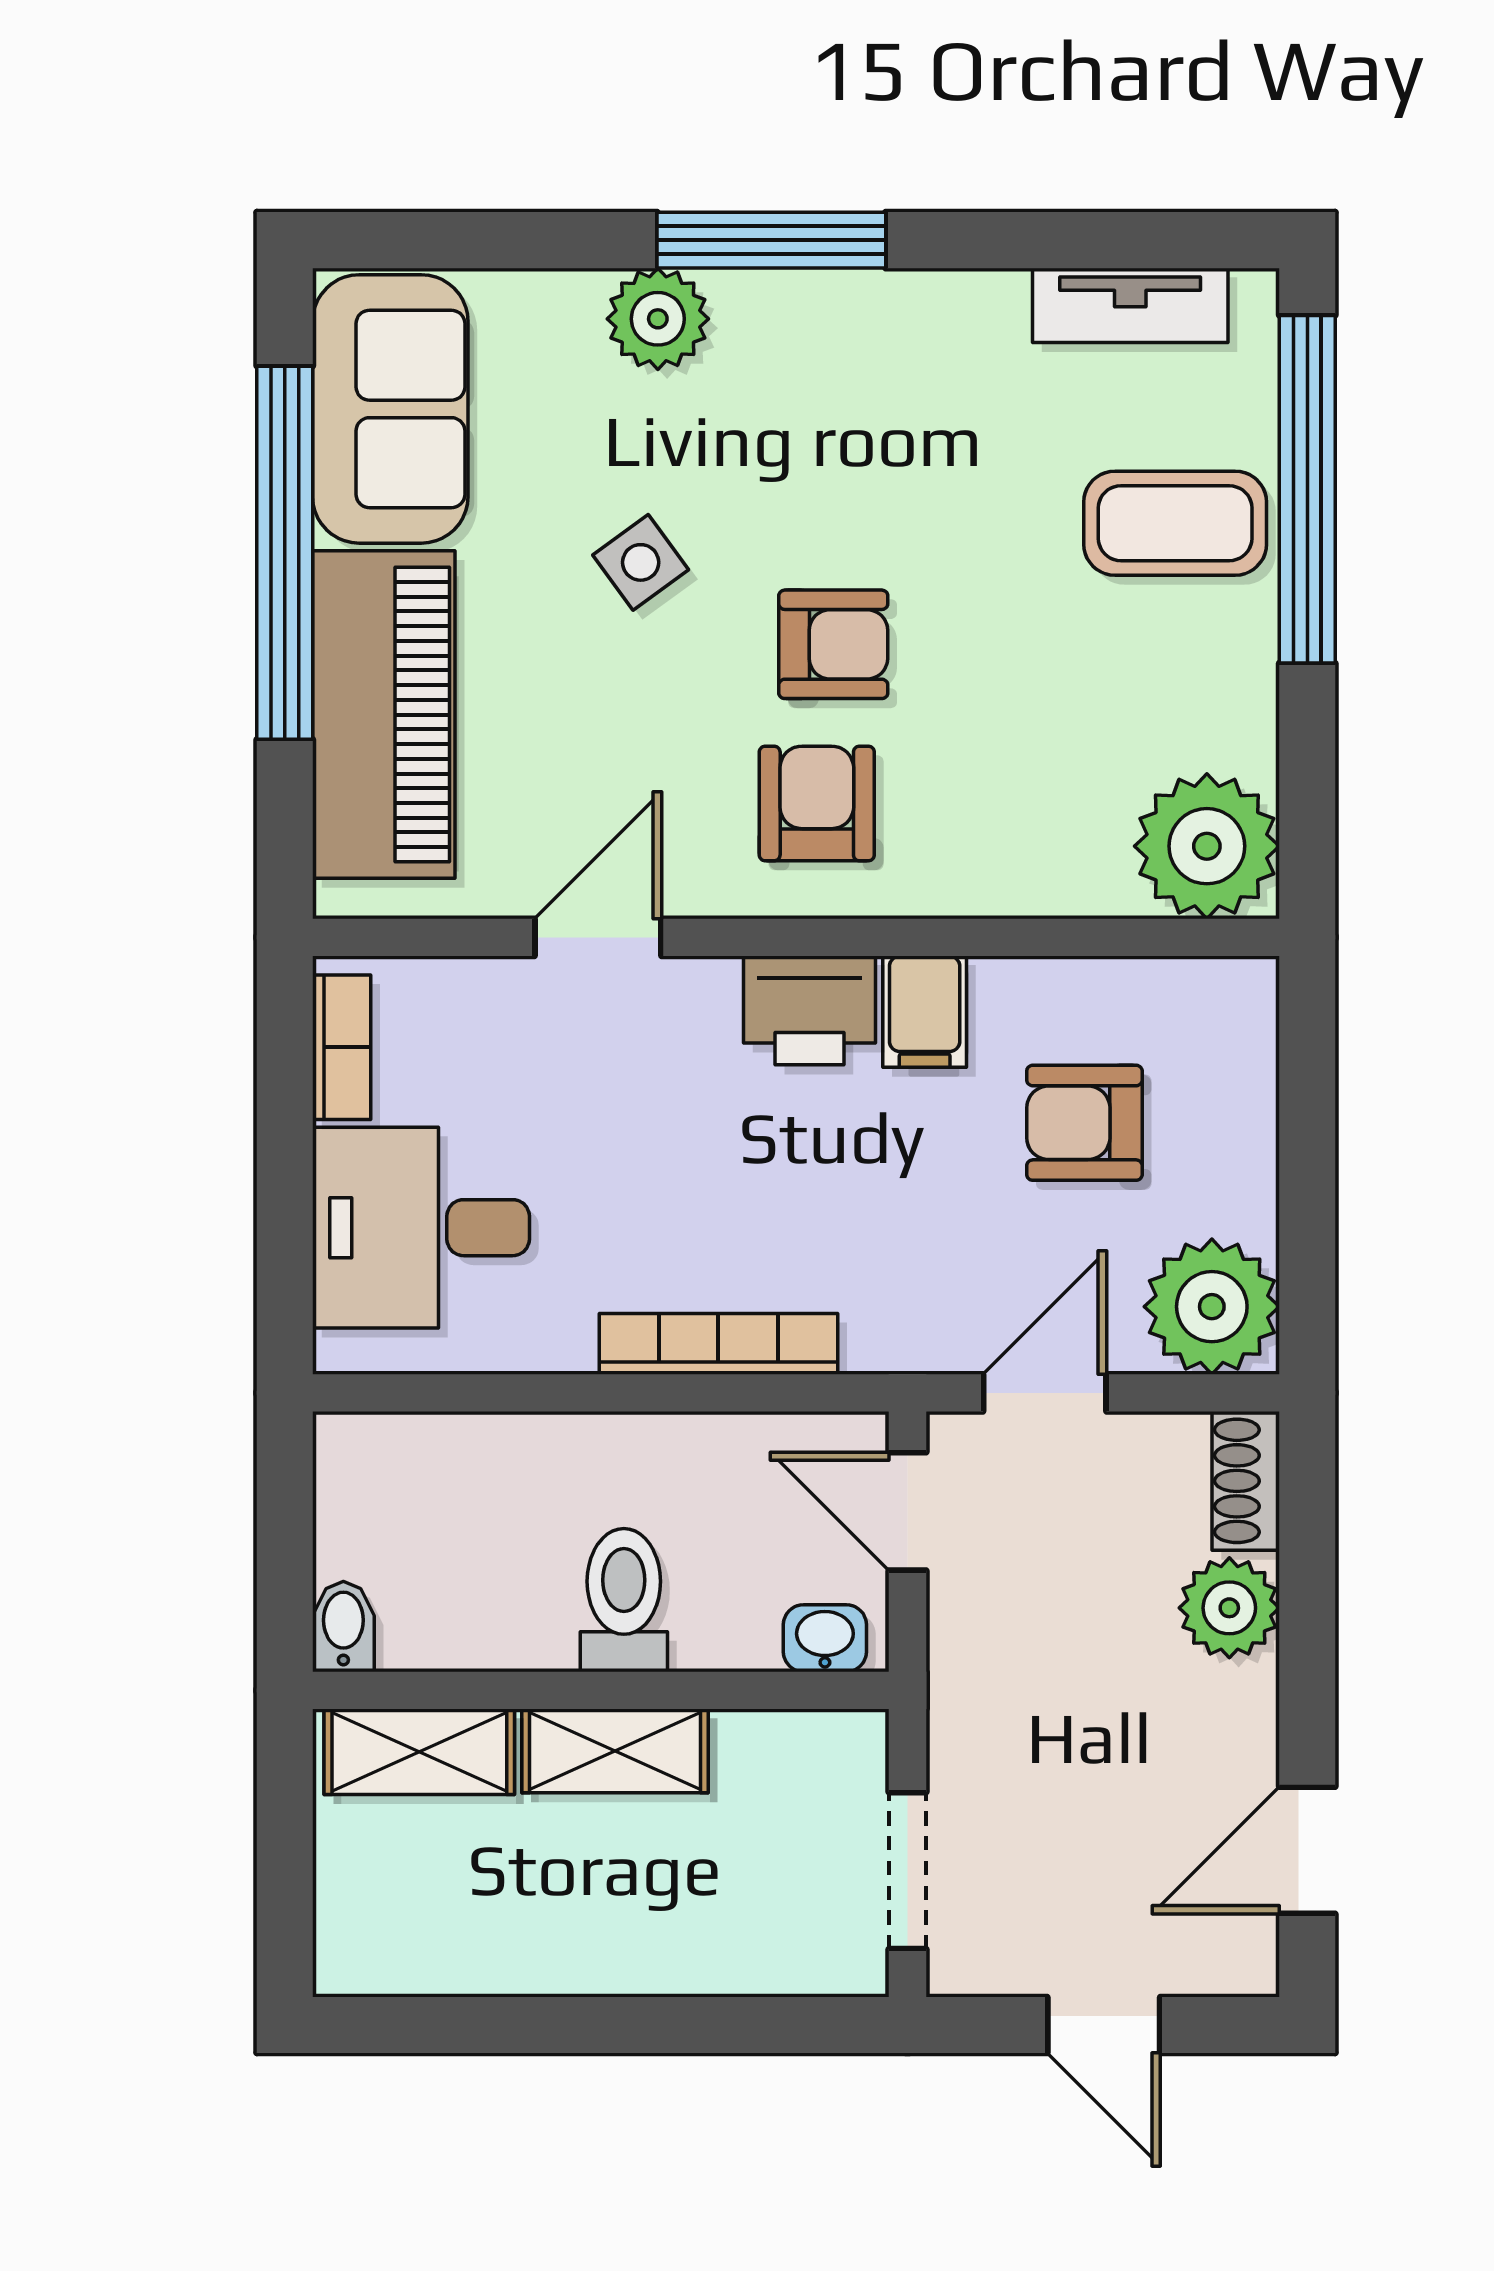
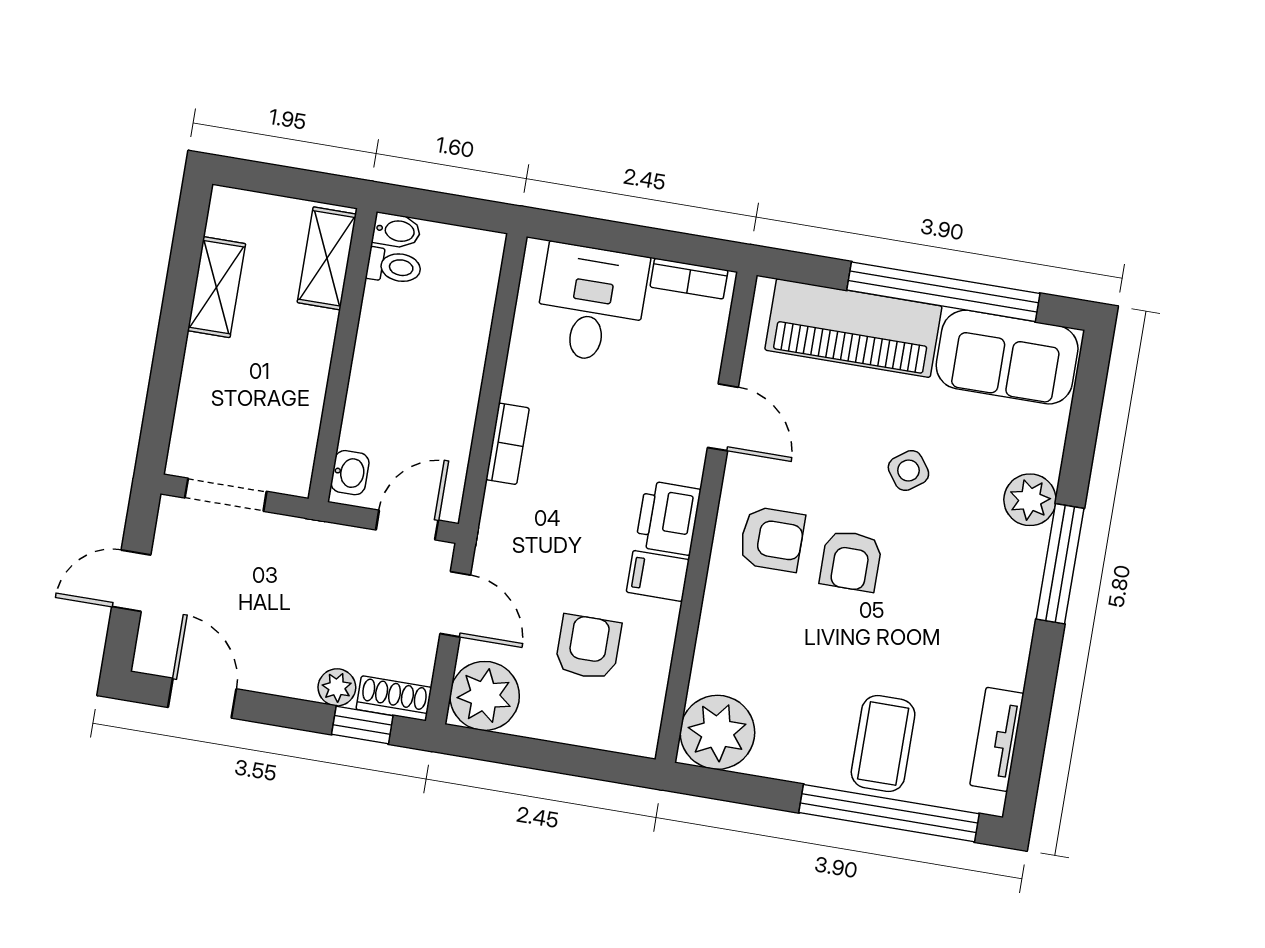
bookcase: (718, 1344) -> (508, 444), width x0.64
window: (1307, 1533) -> (362, 725), added
toilet: (624, 1600) -> (394, 266), moved, width x0.73, depth x0.72
plant: (1229, 1608) -> (337, 687), width x0.73, depth x0.73
shelving: (615, 1751) -> (217, 287), moved

